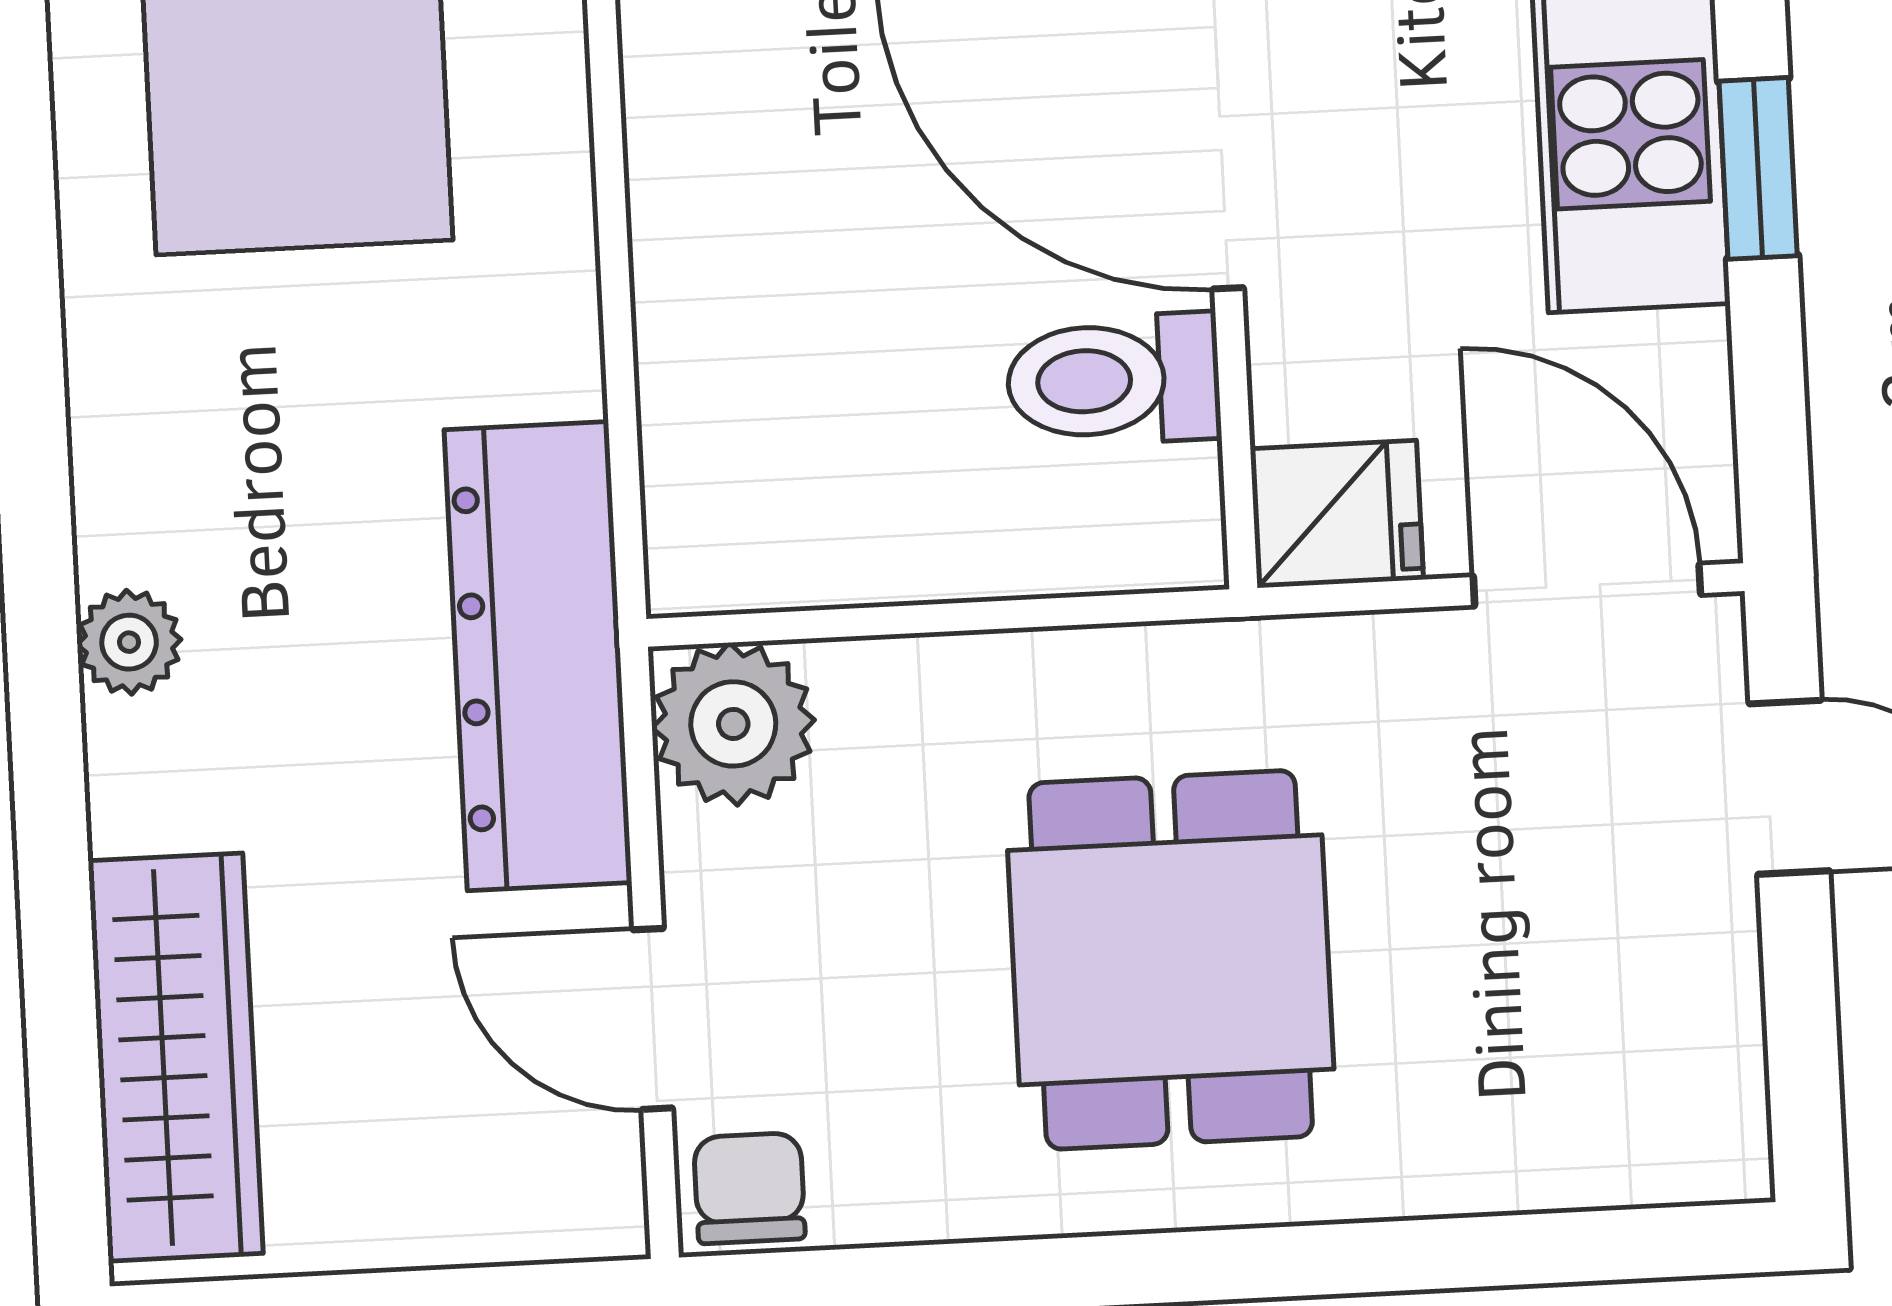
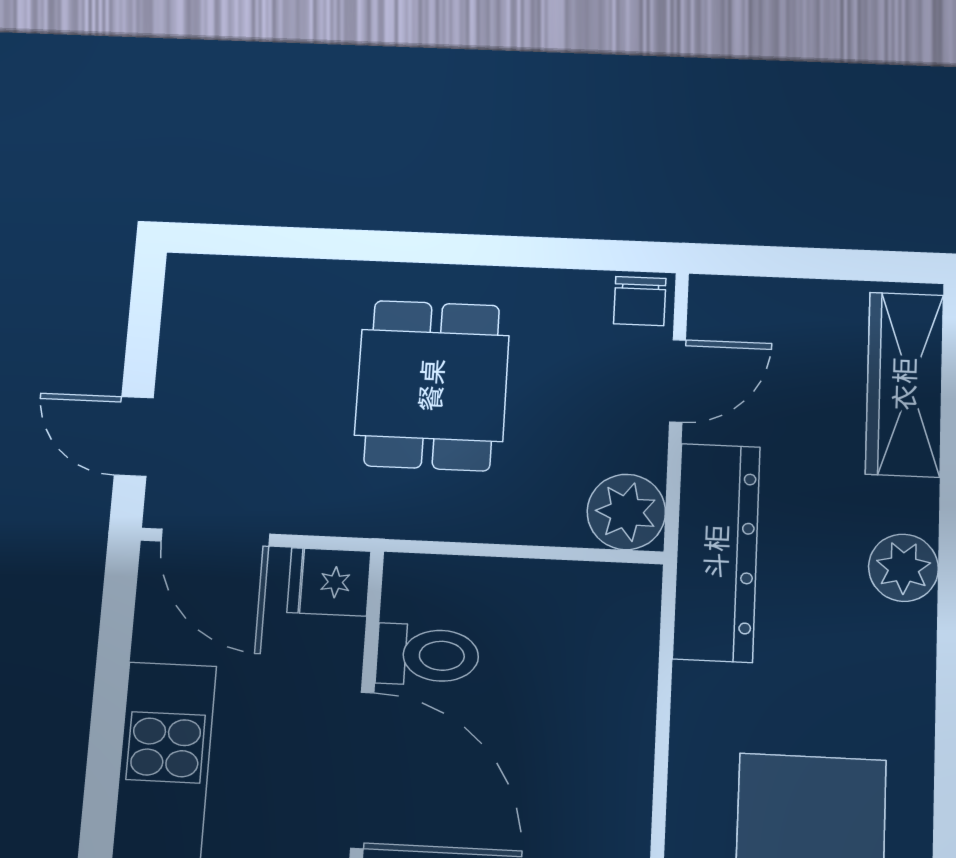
window: (1758, 168) -> (107, 725), removed
plant: (129, 642) -> (903, 568), width x1.38, depth x1.38
door: (653, 1019) -> (678, 381), hinge flipped

